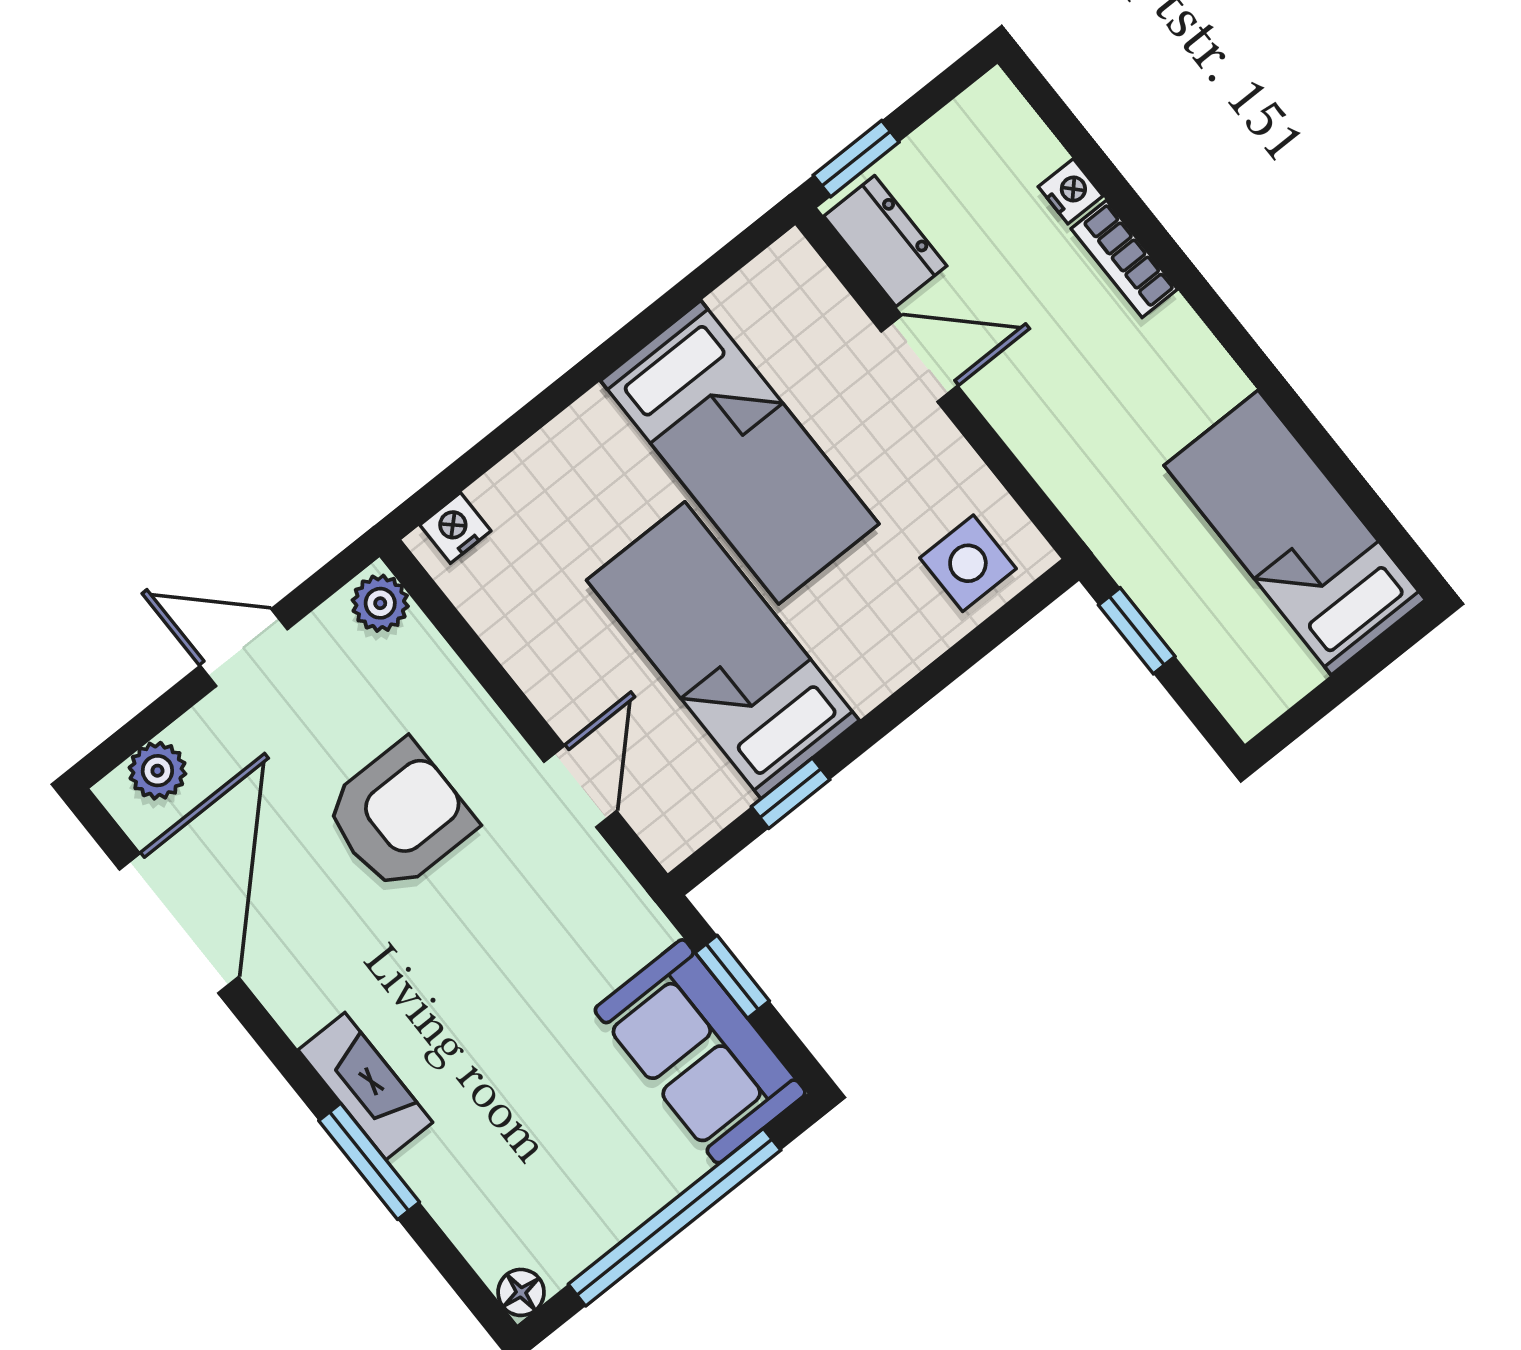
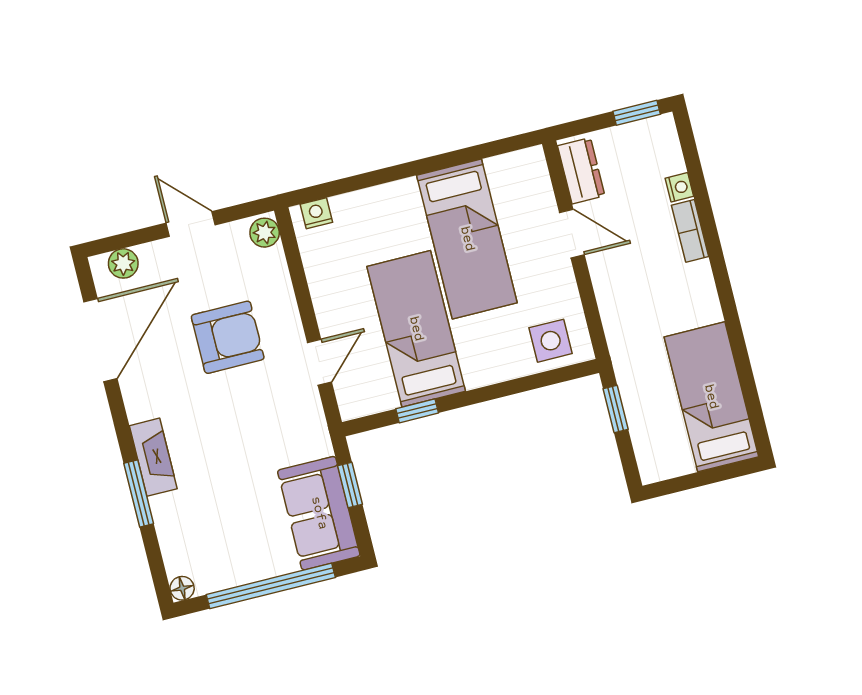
window: (856, 159) -> (637, 113), moved

